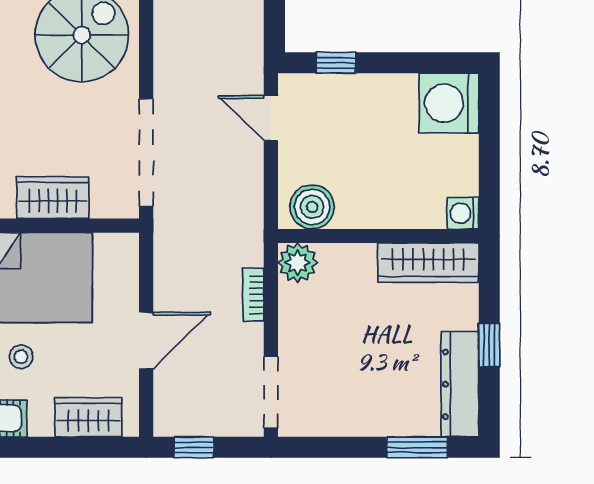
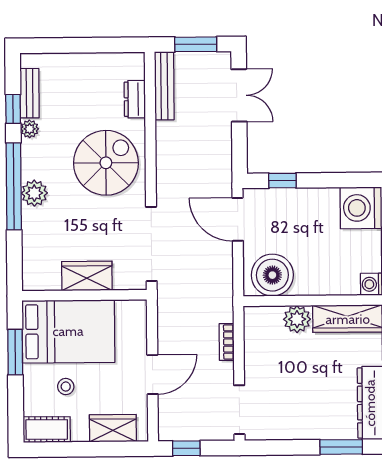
door: (271, 118) -> (238, 219), width x1.38
boiler: (312, 207) -> (272, 275), width x1.37, depth x1.37
plant: (298, 263) -> (297, 319), moved

